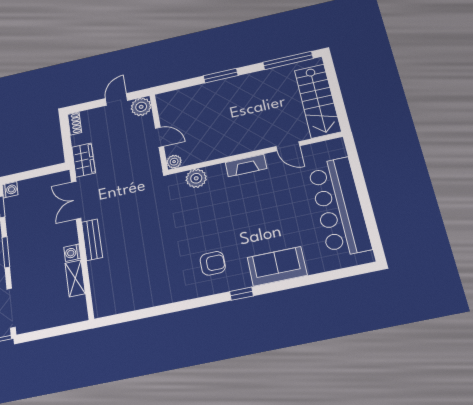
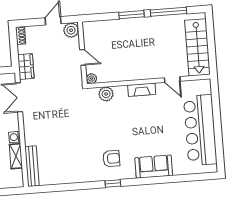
window: (288, 60) -> (168, 12), moved
bench: (92, 240) -> (32, 166), moved, width x1.36
window: (241, 294) -> (113, 184), moved

